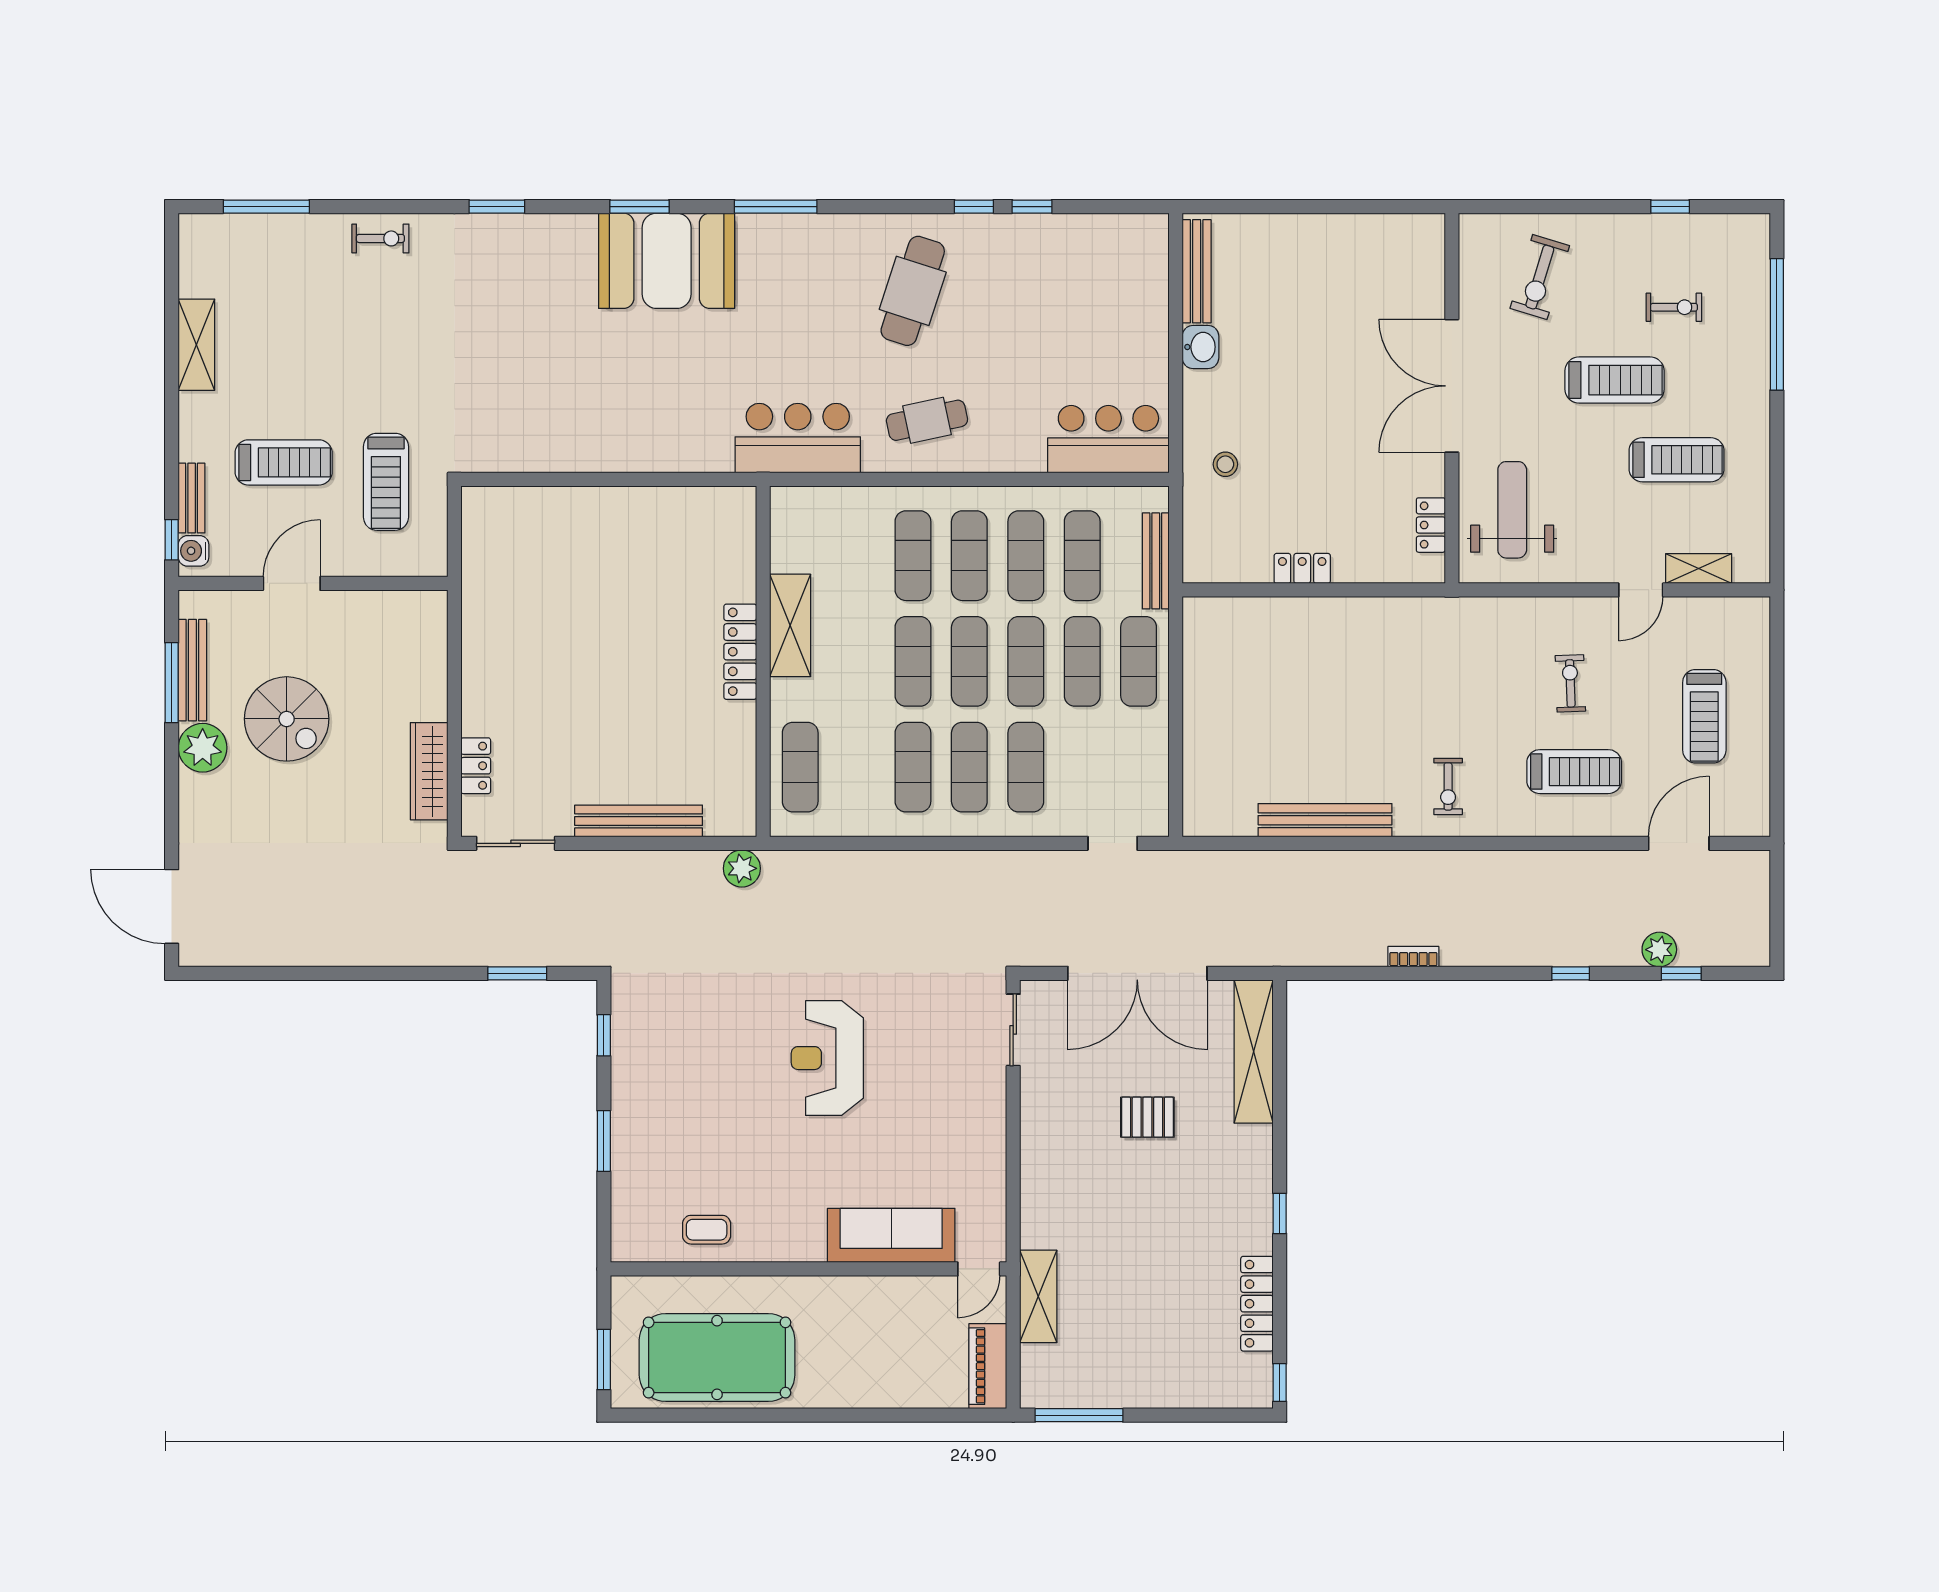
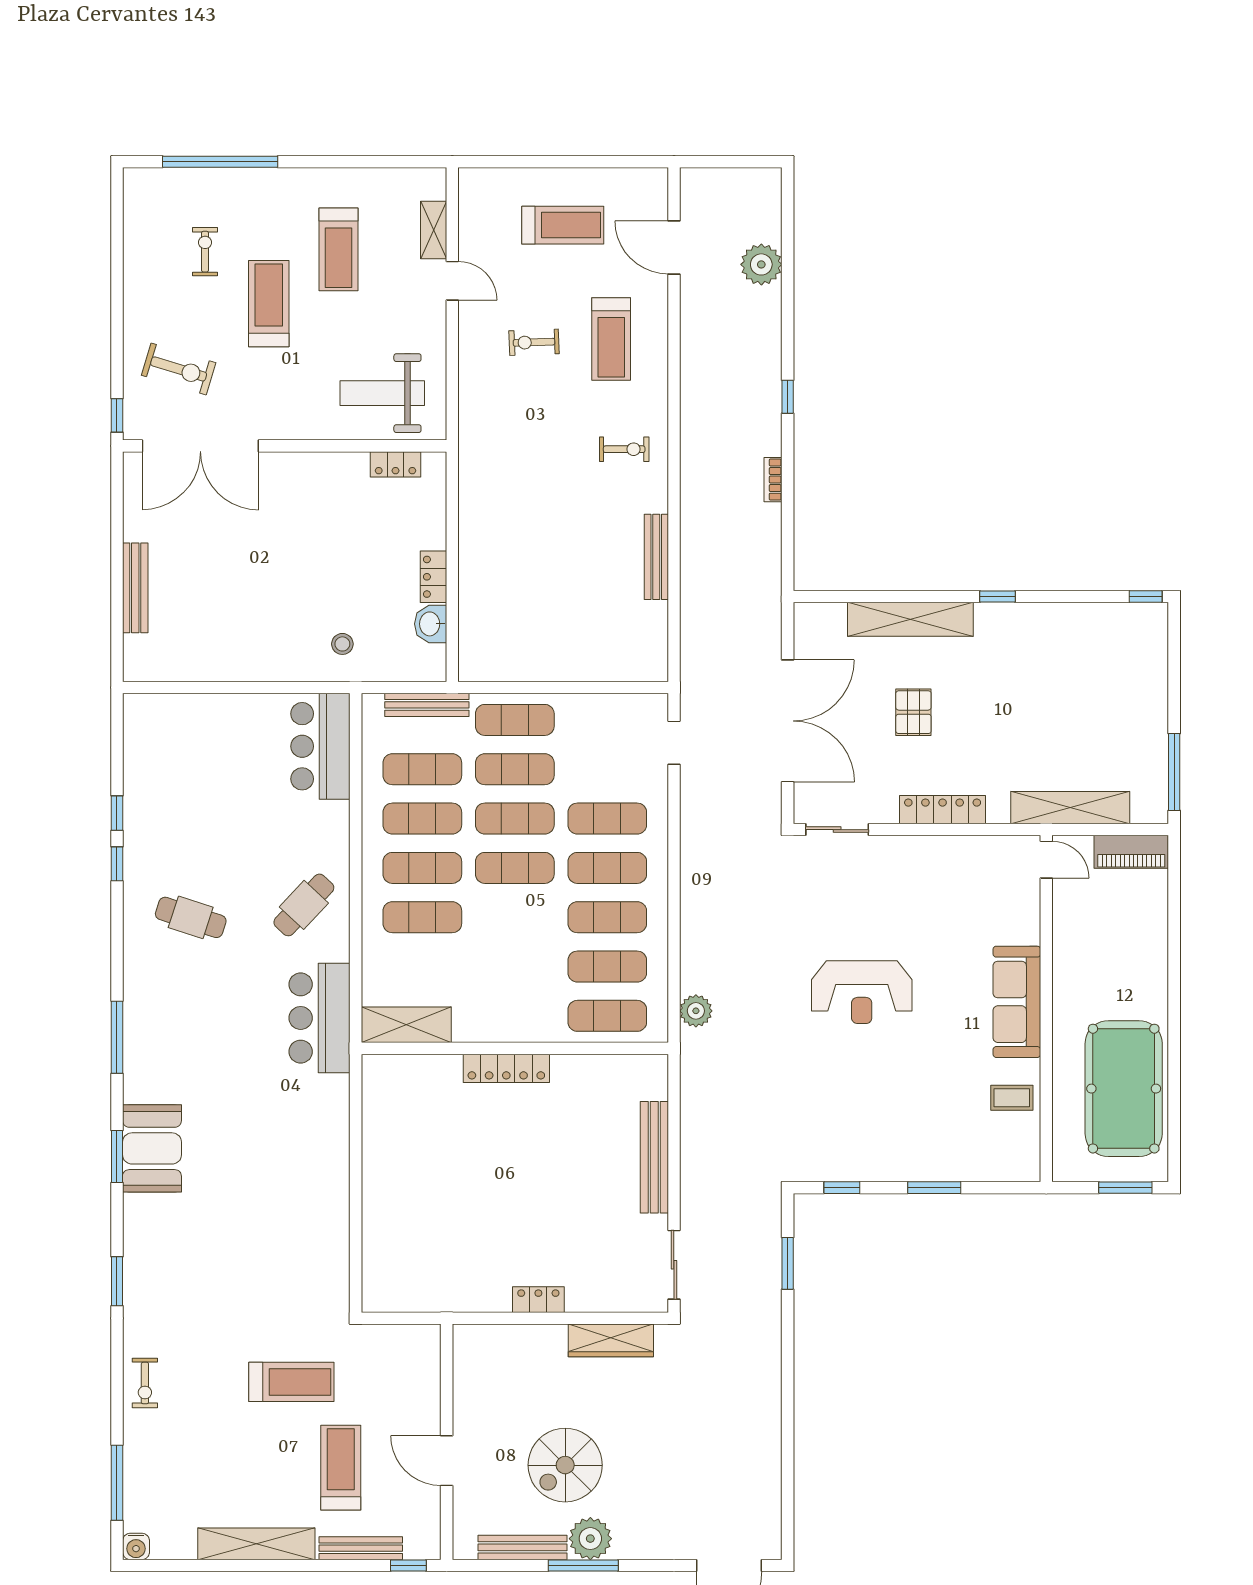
window: (1670, 207) -> (117, 415), moved
exercise bike: (380, 238) -> (145, 1383), turned 180
booth: (667, 261) -> (152, 1148), width x0.73, depth x0.70
bench: (1197, 271) -> (135, 588), moved, turned 90
cafe table: (913, 291) -> (191, 917), width x0.73, depth x0.74
shelving: (196, 345) -> (256, 1544), width x1.47
washbasin: (1200, 347) -> (431, 624), moved, turned -90
double door: (1452, 386) -> (200, 446), moved
cafe table: (927, 420) -> (304, 905), turned 55
treadmill: (1677, 460) -> (338, 249), turned 180
treadmill: (386, 482) -> (291, 1382), moved
bench: (192, 498) -> (361, 1548), width x1.36
water cooler: (194, 551) -> (136, 1546), moved
shelving: (790, 625) -> (406, 1025), moved
exercise mat: (913, 661) -> (607, 967), moved
window: (172, 683) -> (583, 1566), moved
spiral stairs: (287, 719) -> (565, 1465), turned 180
locker: (476, 766) -> (538, 1300), moved
treadmill: (1574, 772) -> (611, 339), turned 180
bench: (1325, 820) -> (656, 557), width x0.73, depth x0.82
plant: (742, 868) -> (696, 1011), moved
plant: (1659, 950) -> (761, 264), width x1.36, depth x1.36
window: (1571, 973) -> (788, 397), moved
window: (1681, 973) -> (788, 245), removed
shelving: (1254, 1052) -> (910, 619), moved
coffee table: (707, 1230) -> (1012, 1098), turned 90
sofa: (891, 1235) -> (1017, 1002), moved
shelving: (1038, 1296) -> (1070, 808), width x1.47
locker: (1257, 1304) -> (943, 810), moved, turned 180

